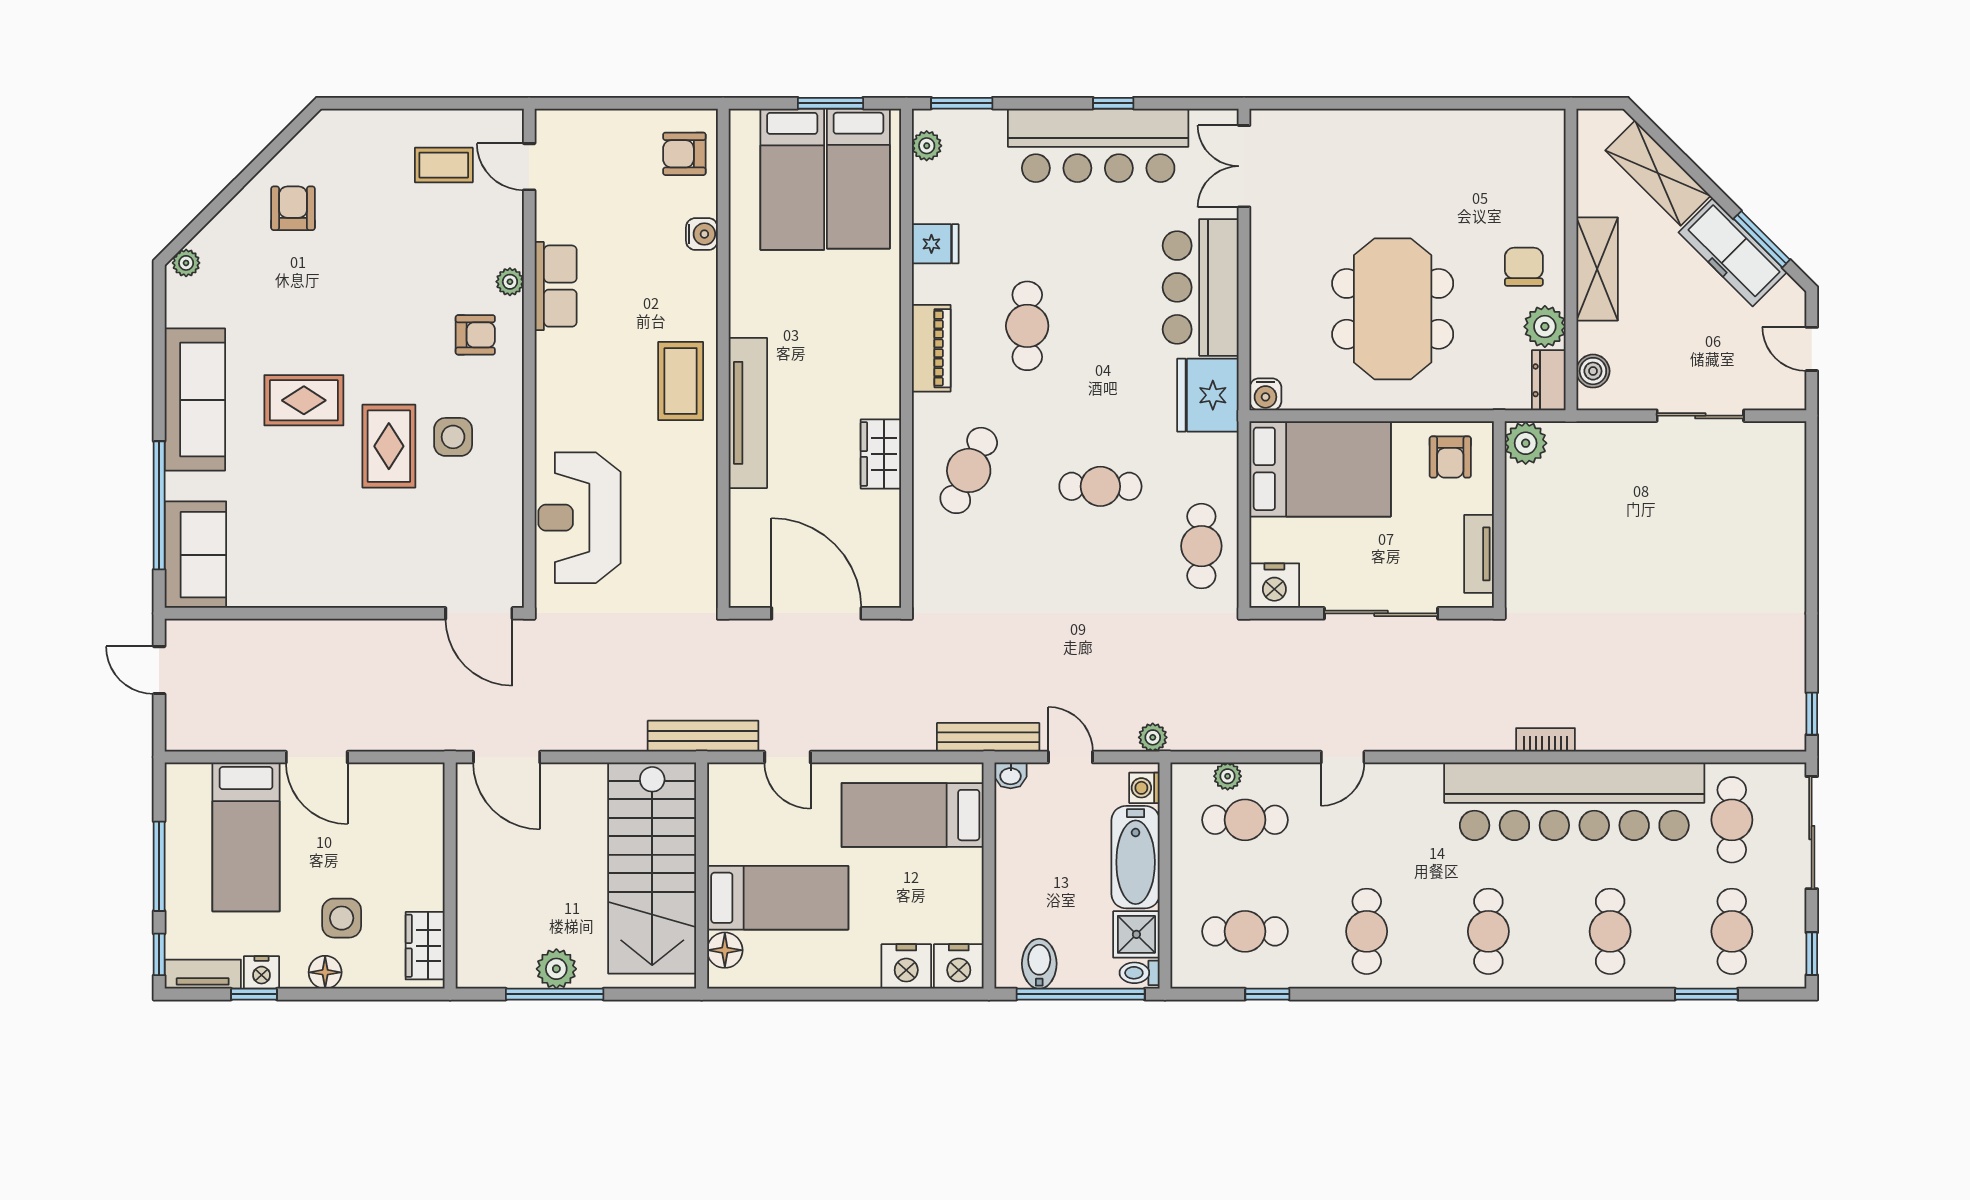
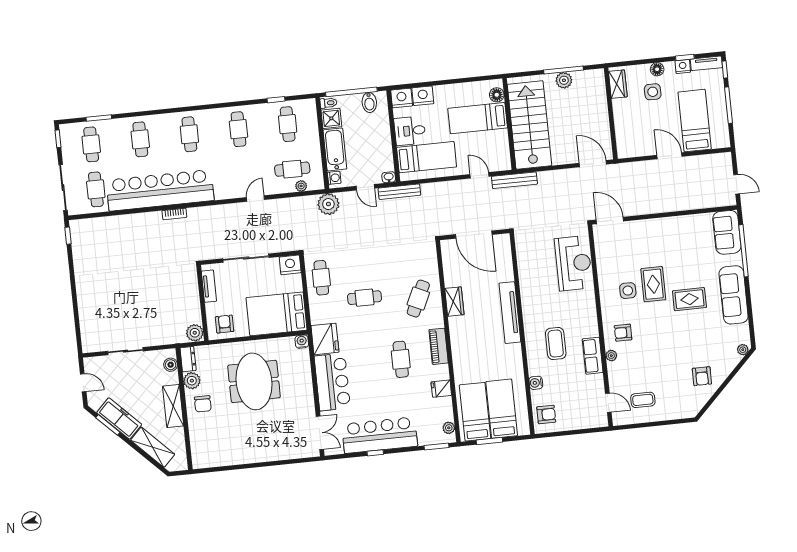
coffee table: (681, 381) -> (556, 344), moved
plant: (1153, 737) -> (328, 204), width x1.87, depth x1.87
desk: (947, 884) -> (410, 131), added
cafe table: (1245, 931) -> (288, 124), turned 90

